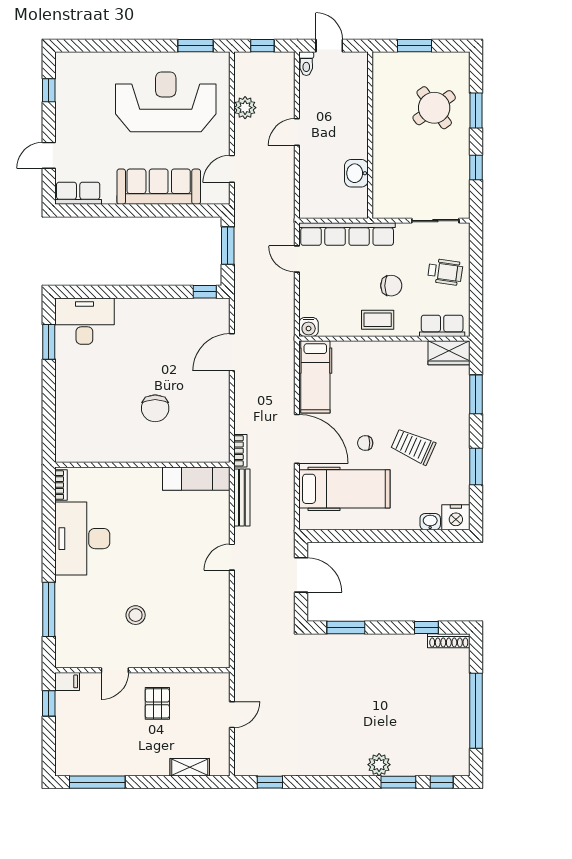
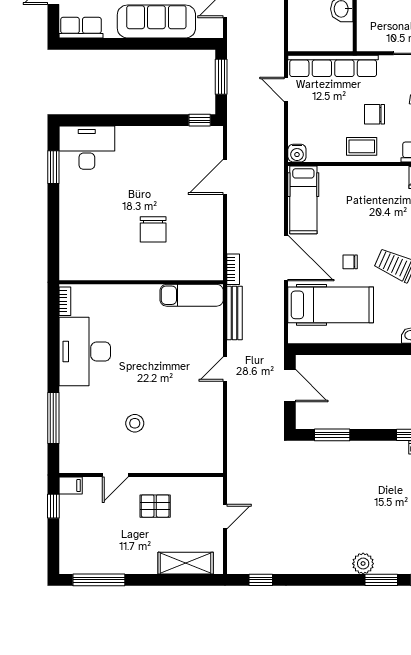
chair: (391, 286) -> (375, 114), turned 180
pallet: (157, 703) -> (155, 506), turned 90
shelving: (190, 767) -> (186, 563), width x1.50, depth x1.33

